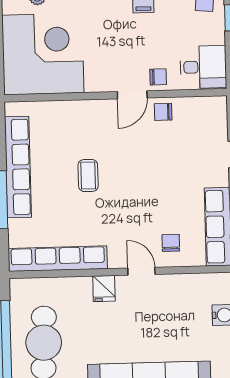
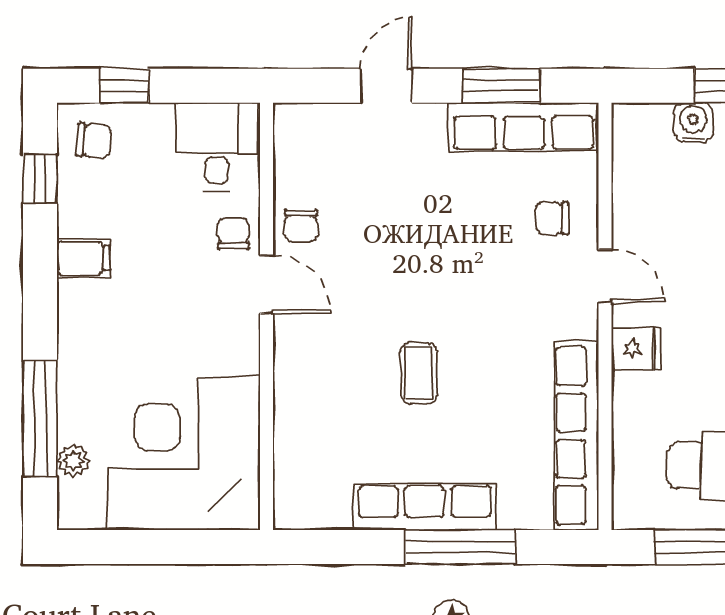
row of seats: (18, 167) -> (425, 507), width x0.73
coffee table: (88, 176) -> (419, 373), turned 90
door: (141, 271) -> (605, 276), swing flipped

